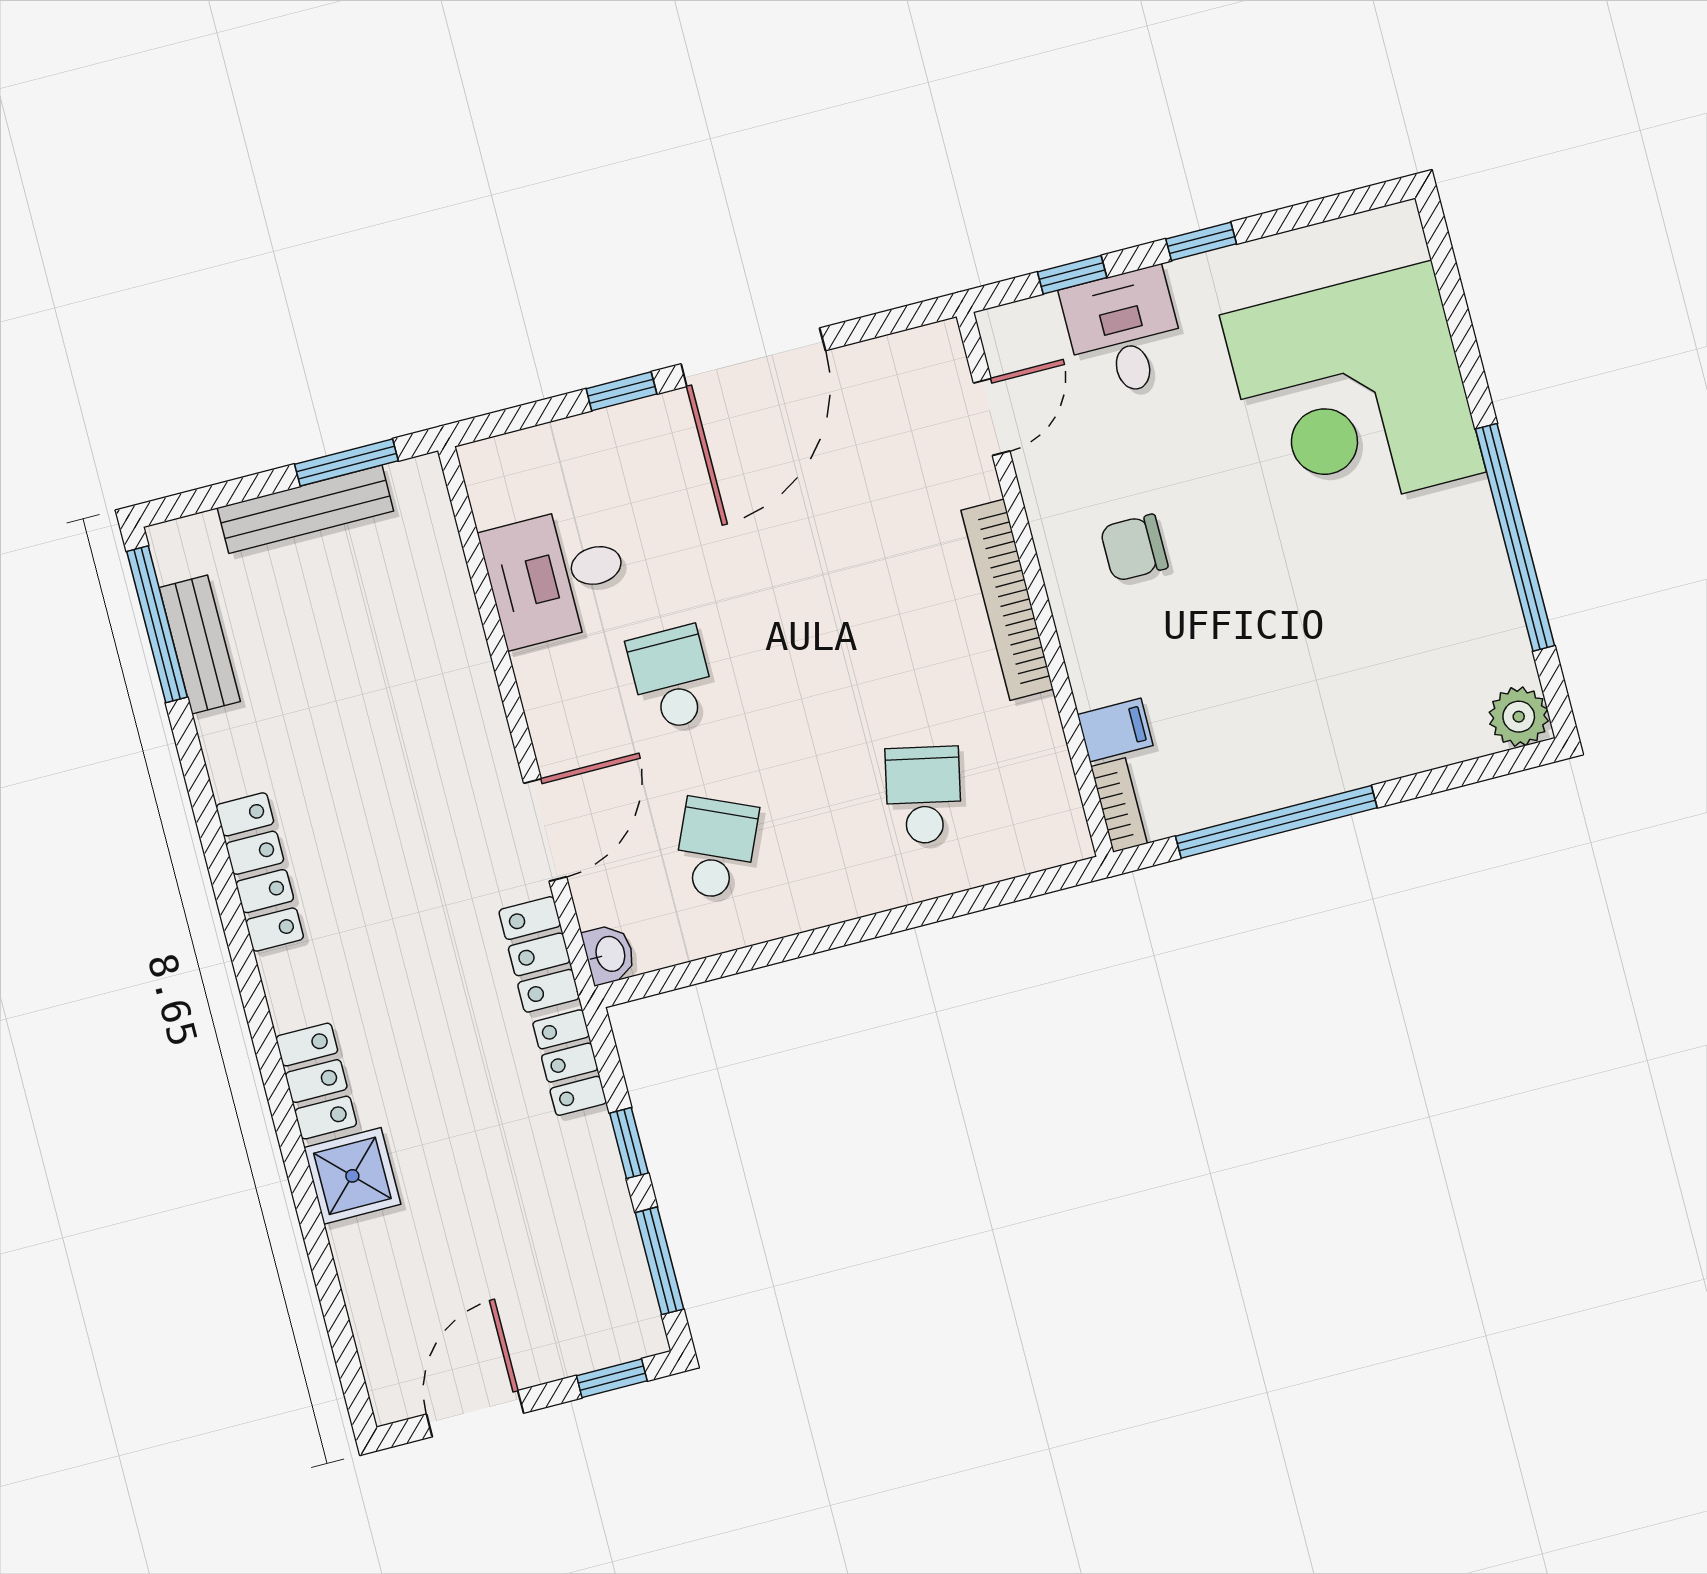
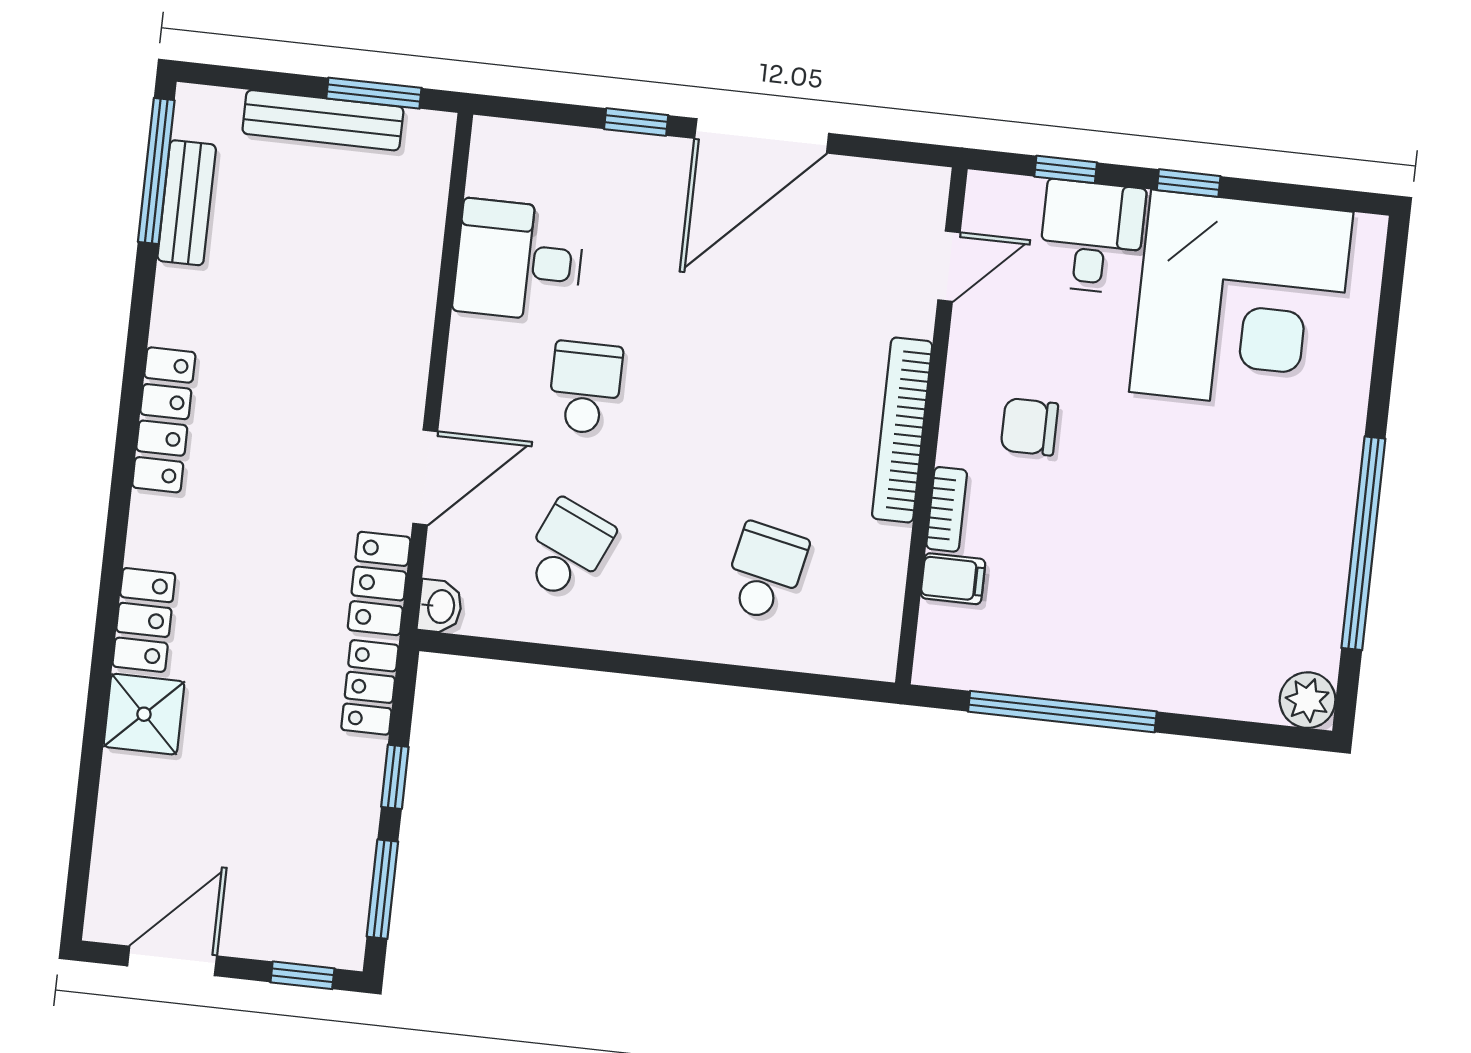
corner desk: (1353, 393) -> (1241, 302), moved, turned -90
bookcase: (1119, 805) -> (947, 509), moved

